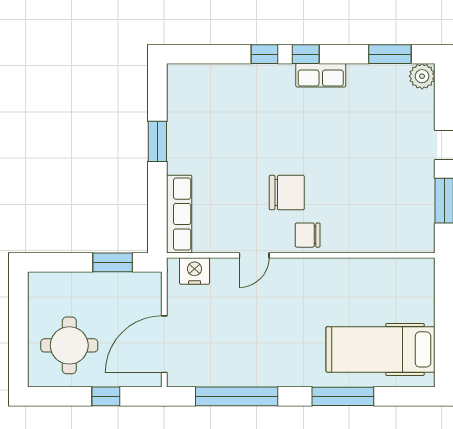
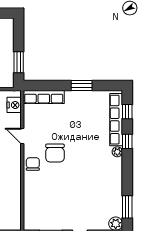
window: (306, 54) -> (127, 112), moved
plant: (284, 73) -> (117, 152), added
row of seats: (321, 75) -> (116, 120), moved, width x2.02

